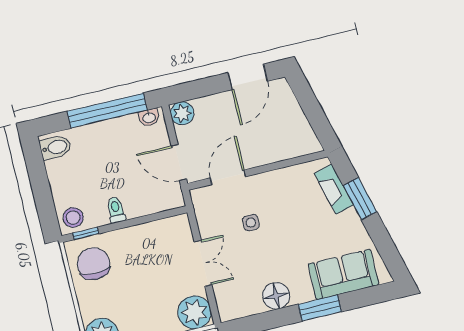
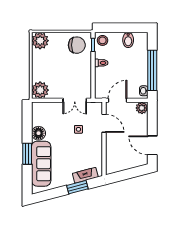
bidet: (55, 147) -> (128, 40), moved
double door: (203, 263) -> (75, 100), moved
sofa: (343, 274) -> (41, 164), width x1.36

